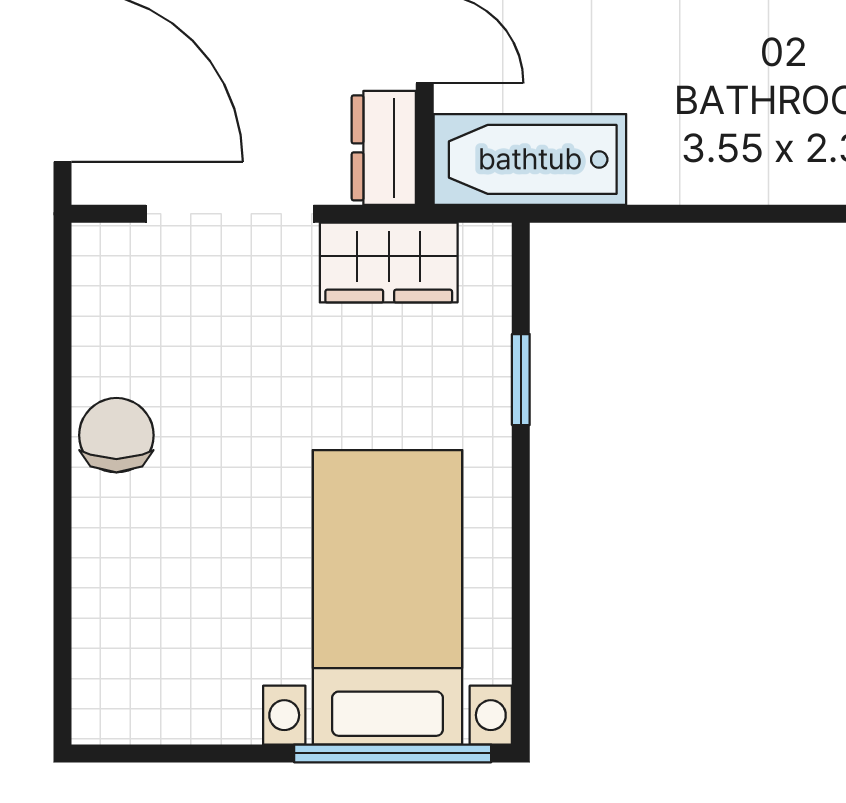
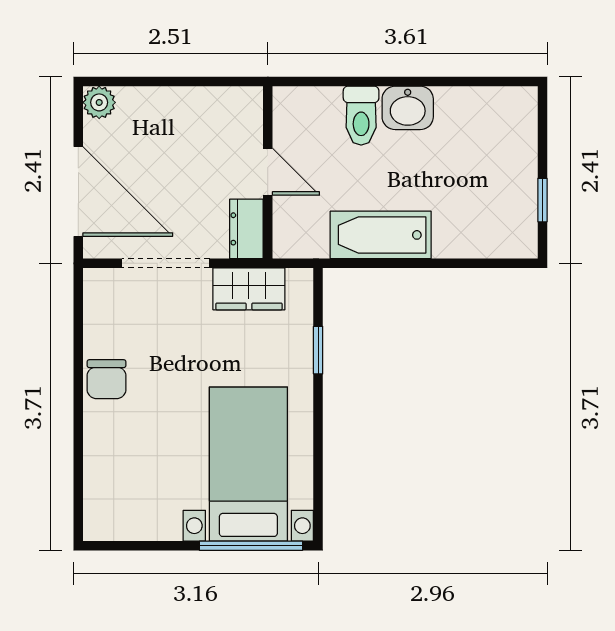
bathtub: (530, 159) -> (381, 235), moved
chair: (116, 435) -> (106, 379), turned 180

